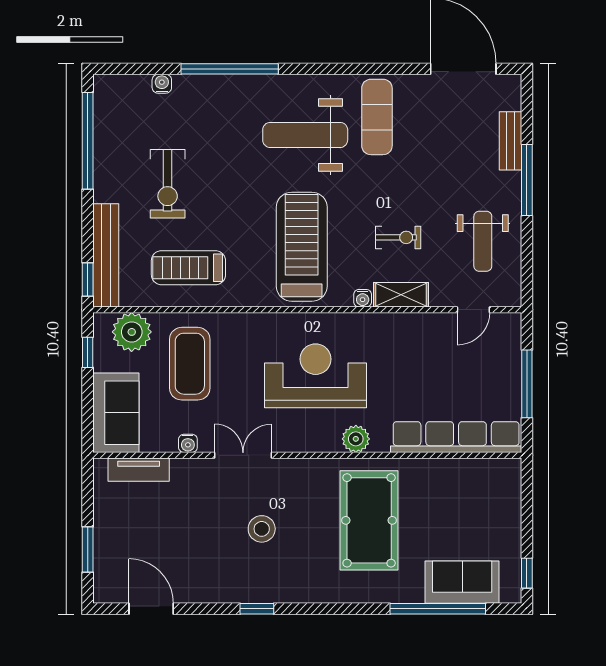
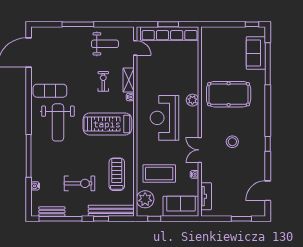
bench: (510, 141) -> (52, 212), moved
treadmill: (188, 268) -> (117, 174), turned 180
window: (88, 279) -> (101, 219), moved
window: (527, 384) -> (168, 24), width x0.69
row of seats: (456, 437) -> (170, 34), moved, turned -90

